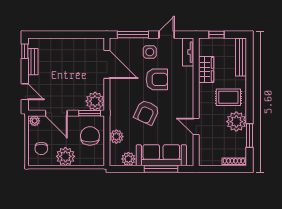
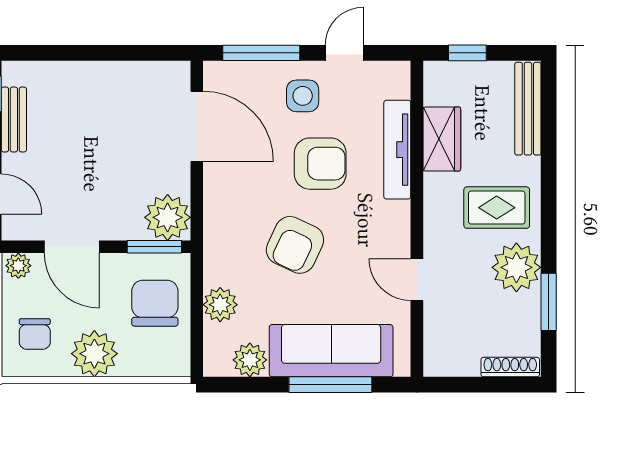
tv unit: (188, 52) -> (397, 150), moved, width x1.41

